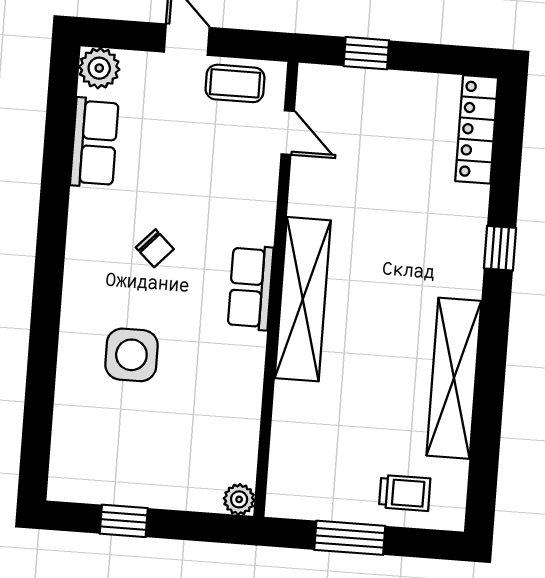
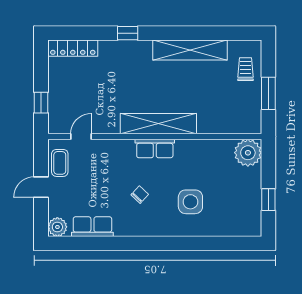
plant: (239, 499) -> (248, 153), width x1.87, depth x1.87

